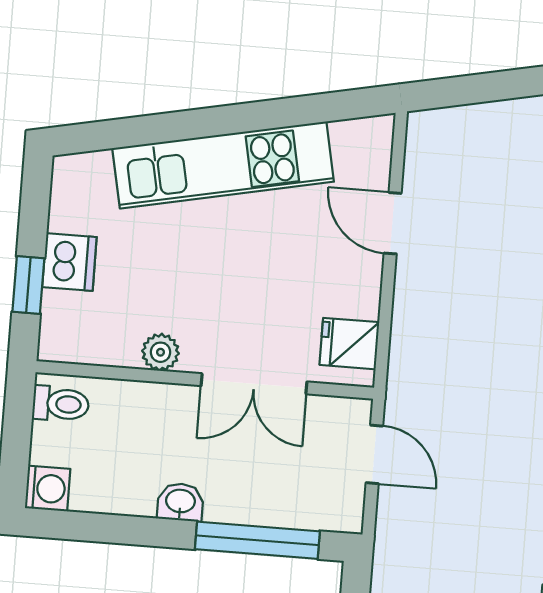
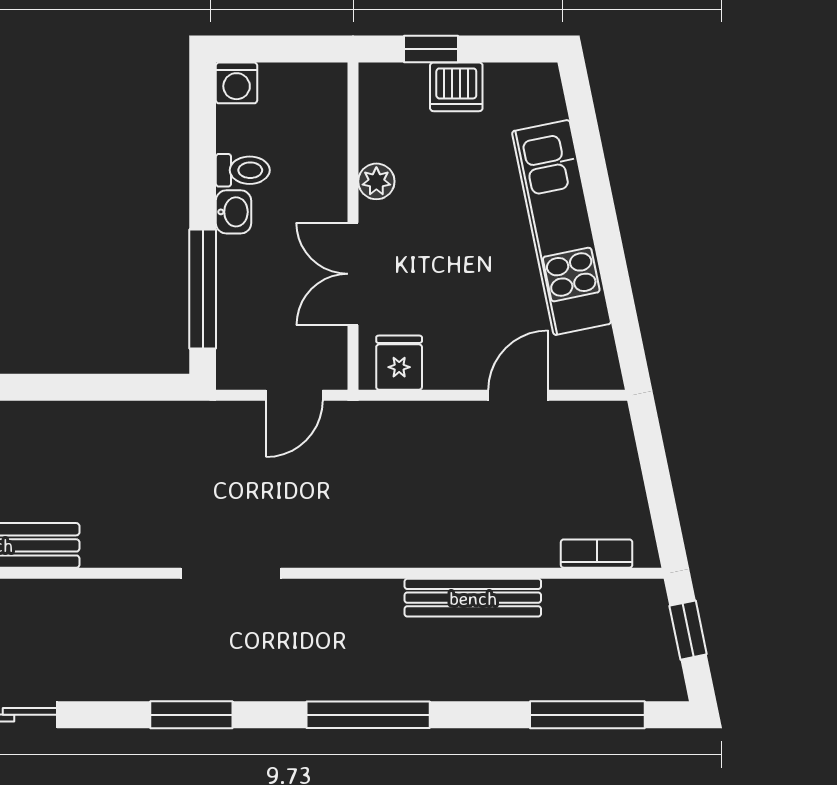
toilet: (61, 404) -> (243, 170), moved, turned -90

